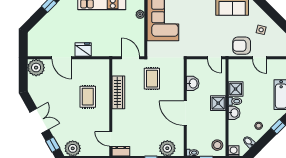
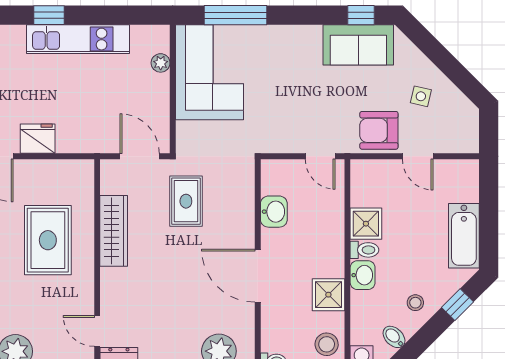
rug: (88, 97) -> (48, 240), width x1.36, depth x1.43
shower: (218, 103) -> (328, 295), moved

